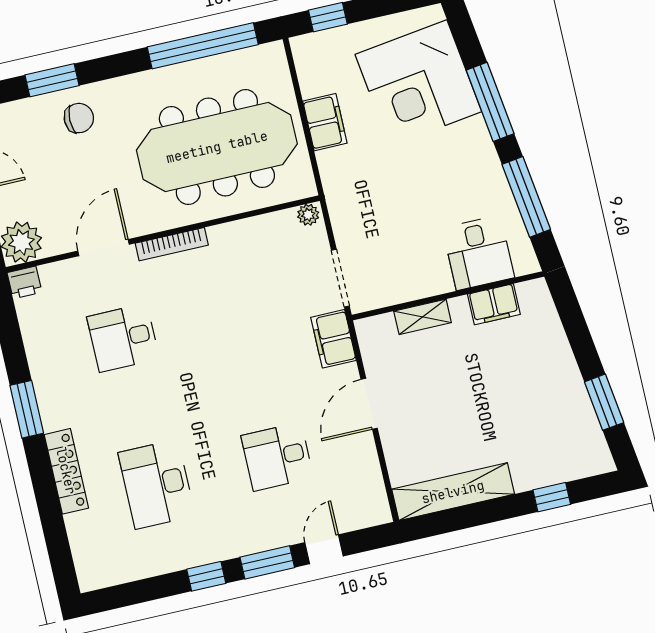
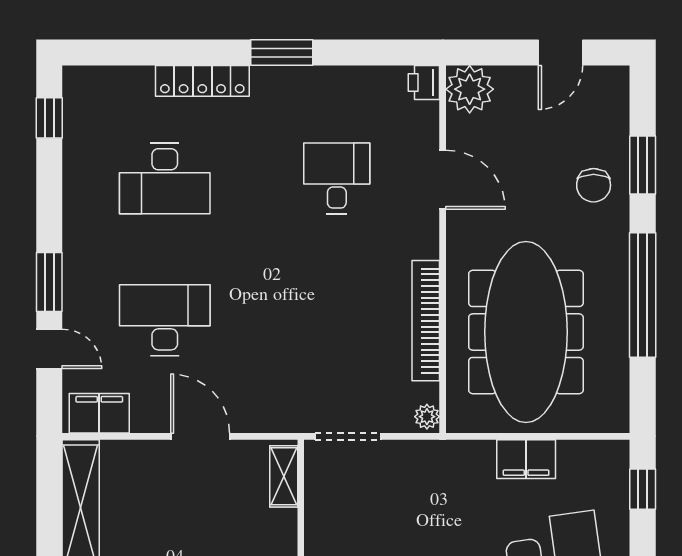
window: (203, 46) -> (643, 295), moved
bookcase: (172, 244) -> (426, 321), moved, width x1.48, depth x1.31
shelving: (423, 317) -> (284, 476), moved
filing cabinet: (334, 339) -> (99, 413), moved
desk: (277, 457) -> (165, 320), width x1.37
desk: (157, 484) -> (165, 178), turned 180
window: (206, 576) -> (49, 118), moved

